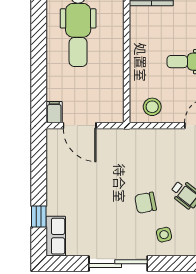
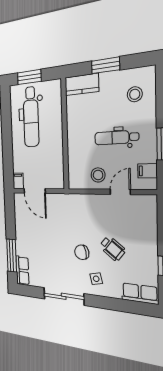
stool: (152, 107) -> (98, 175), moved
window: (39, 217) -> (12, 255), width x2.17

